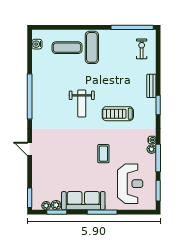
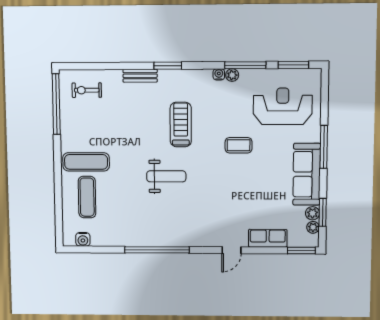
treadmill: (118, 114) -> (181, 125), turned 180
row of seats: (38, 174) -> (268, 238), added

